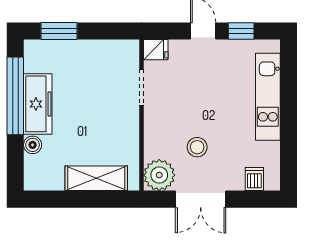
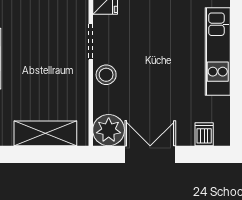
stool: (197, 147) -> (106, 75), moved
double door: (201, 199) -> (150, 154), swing flipped

